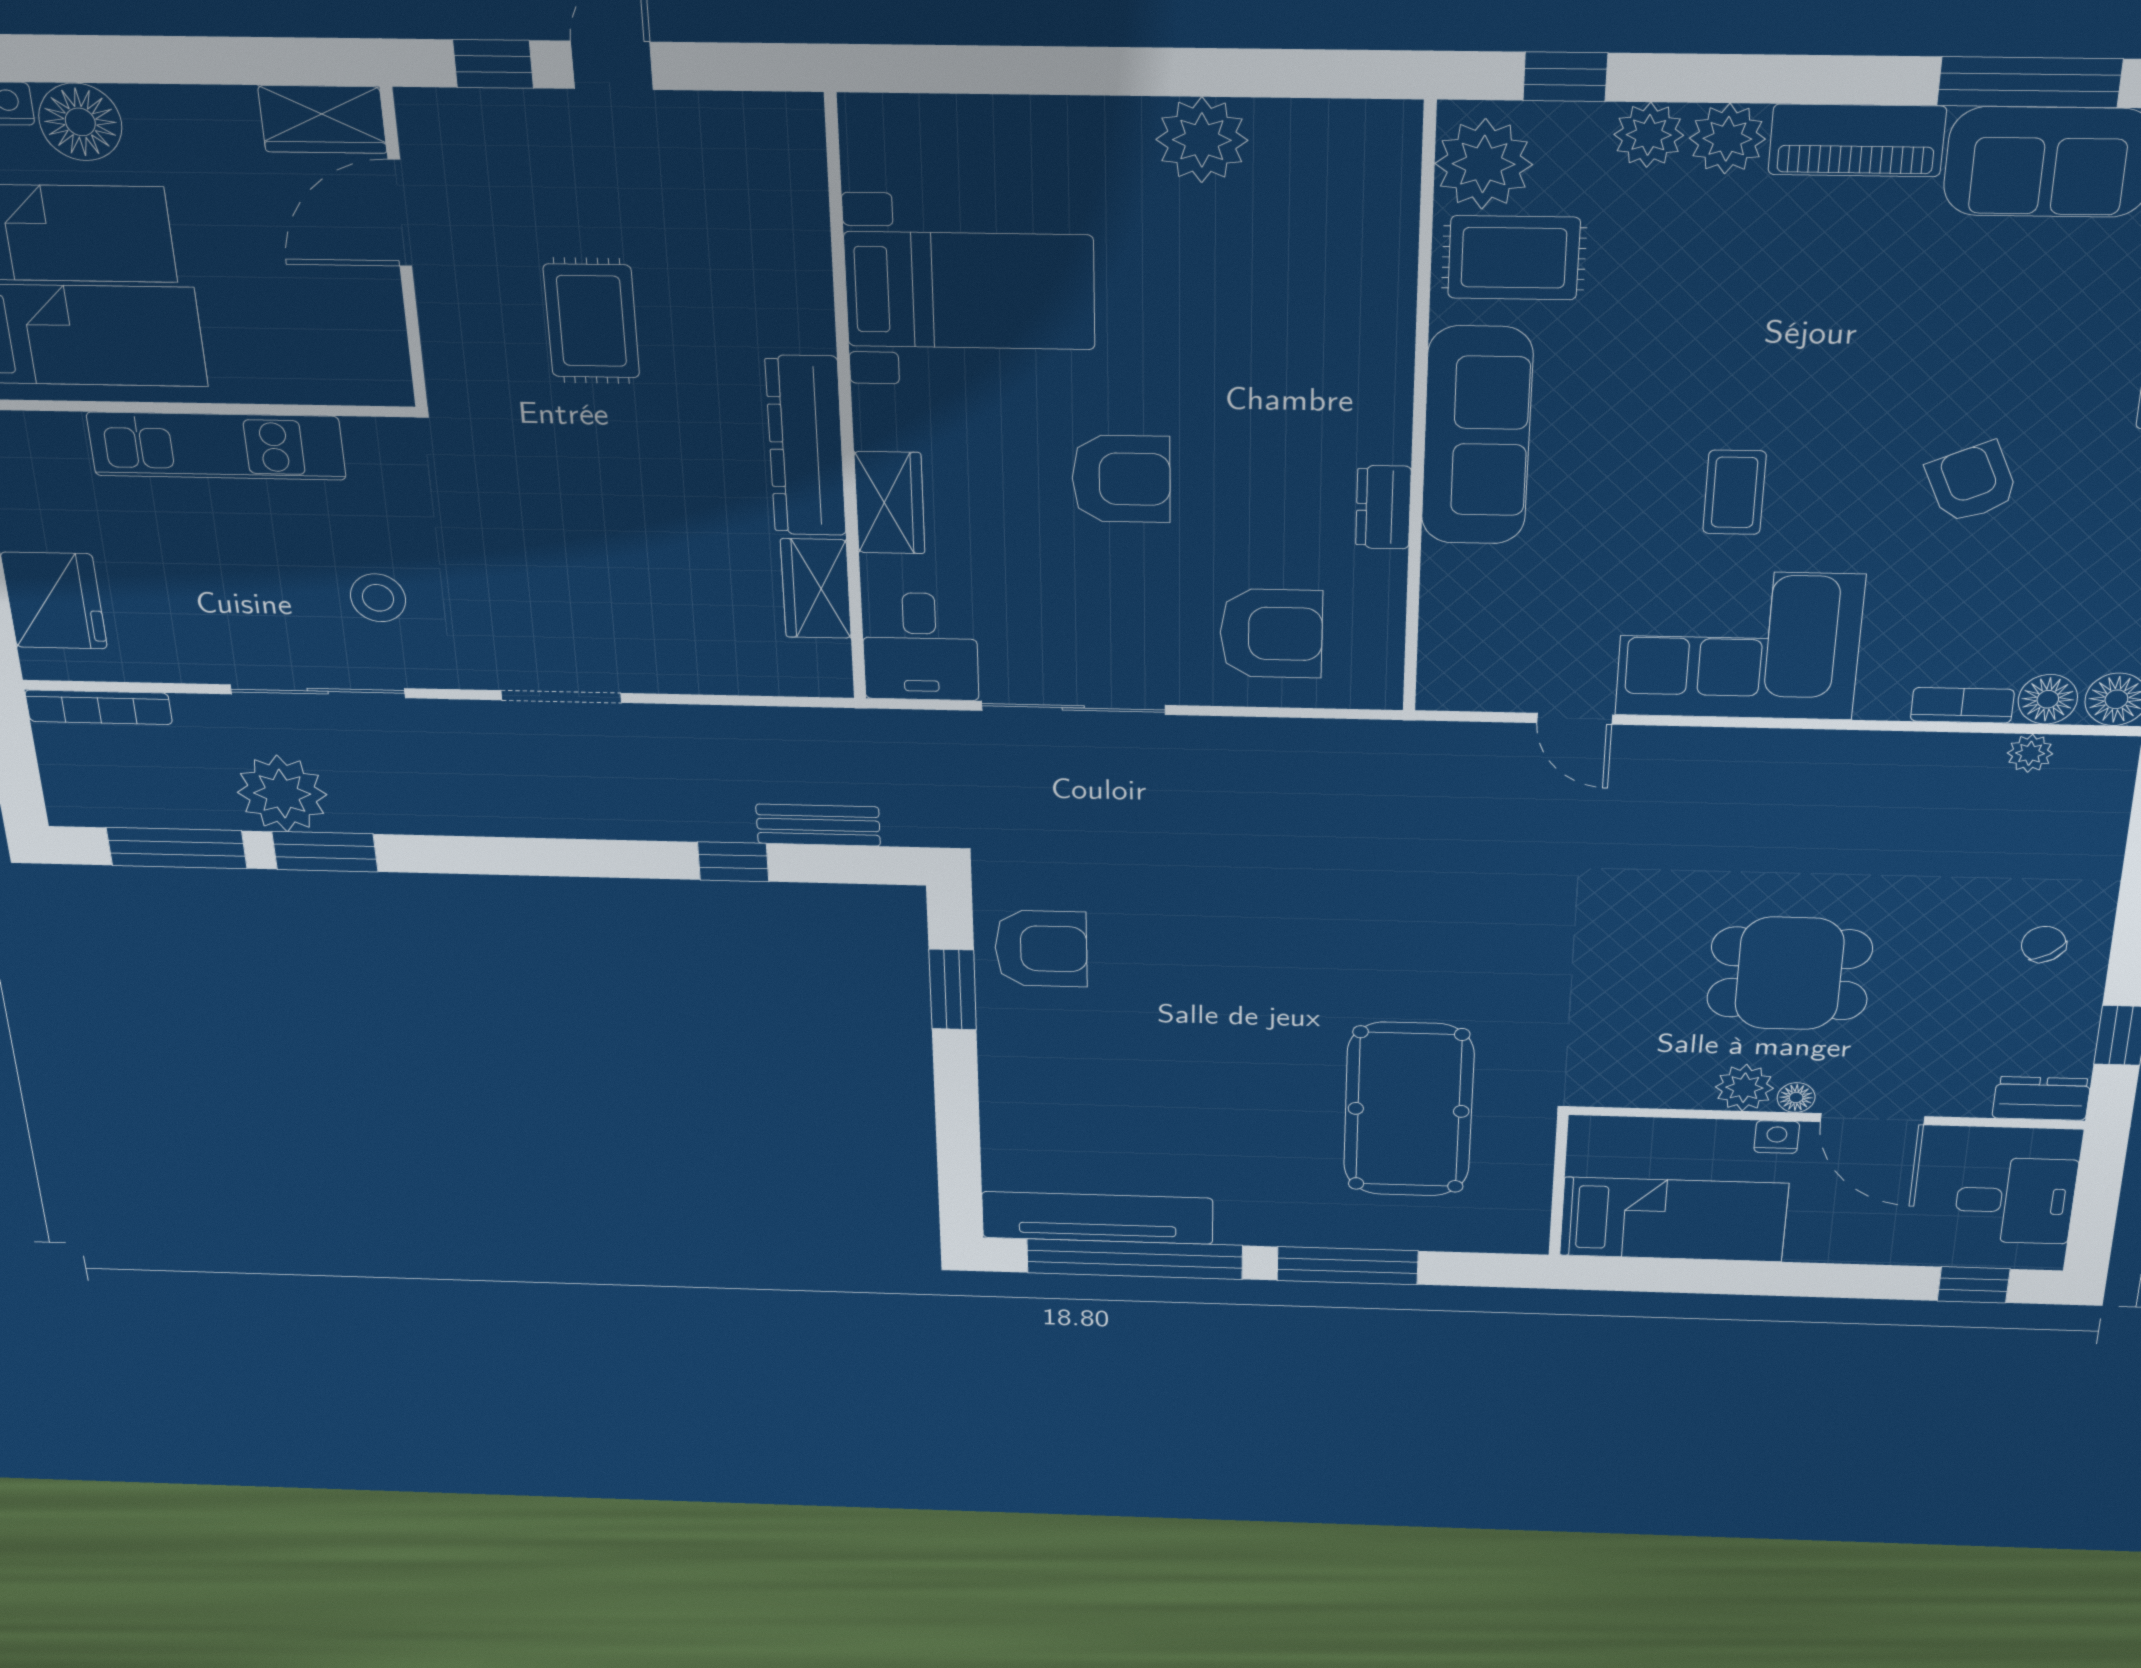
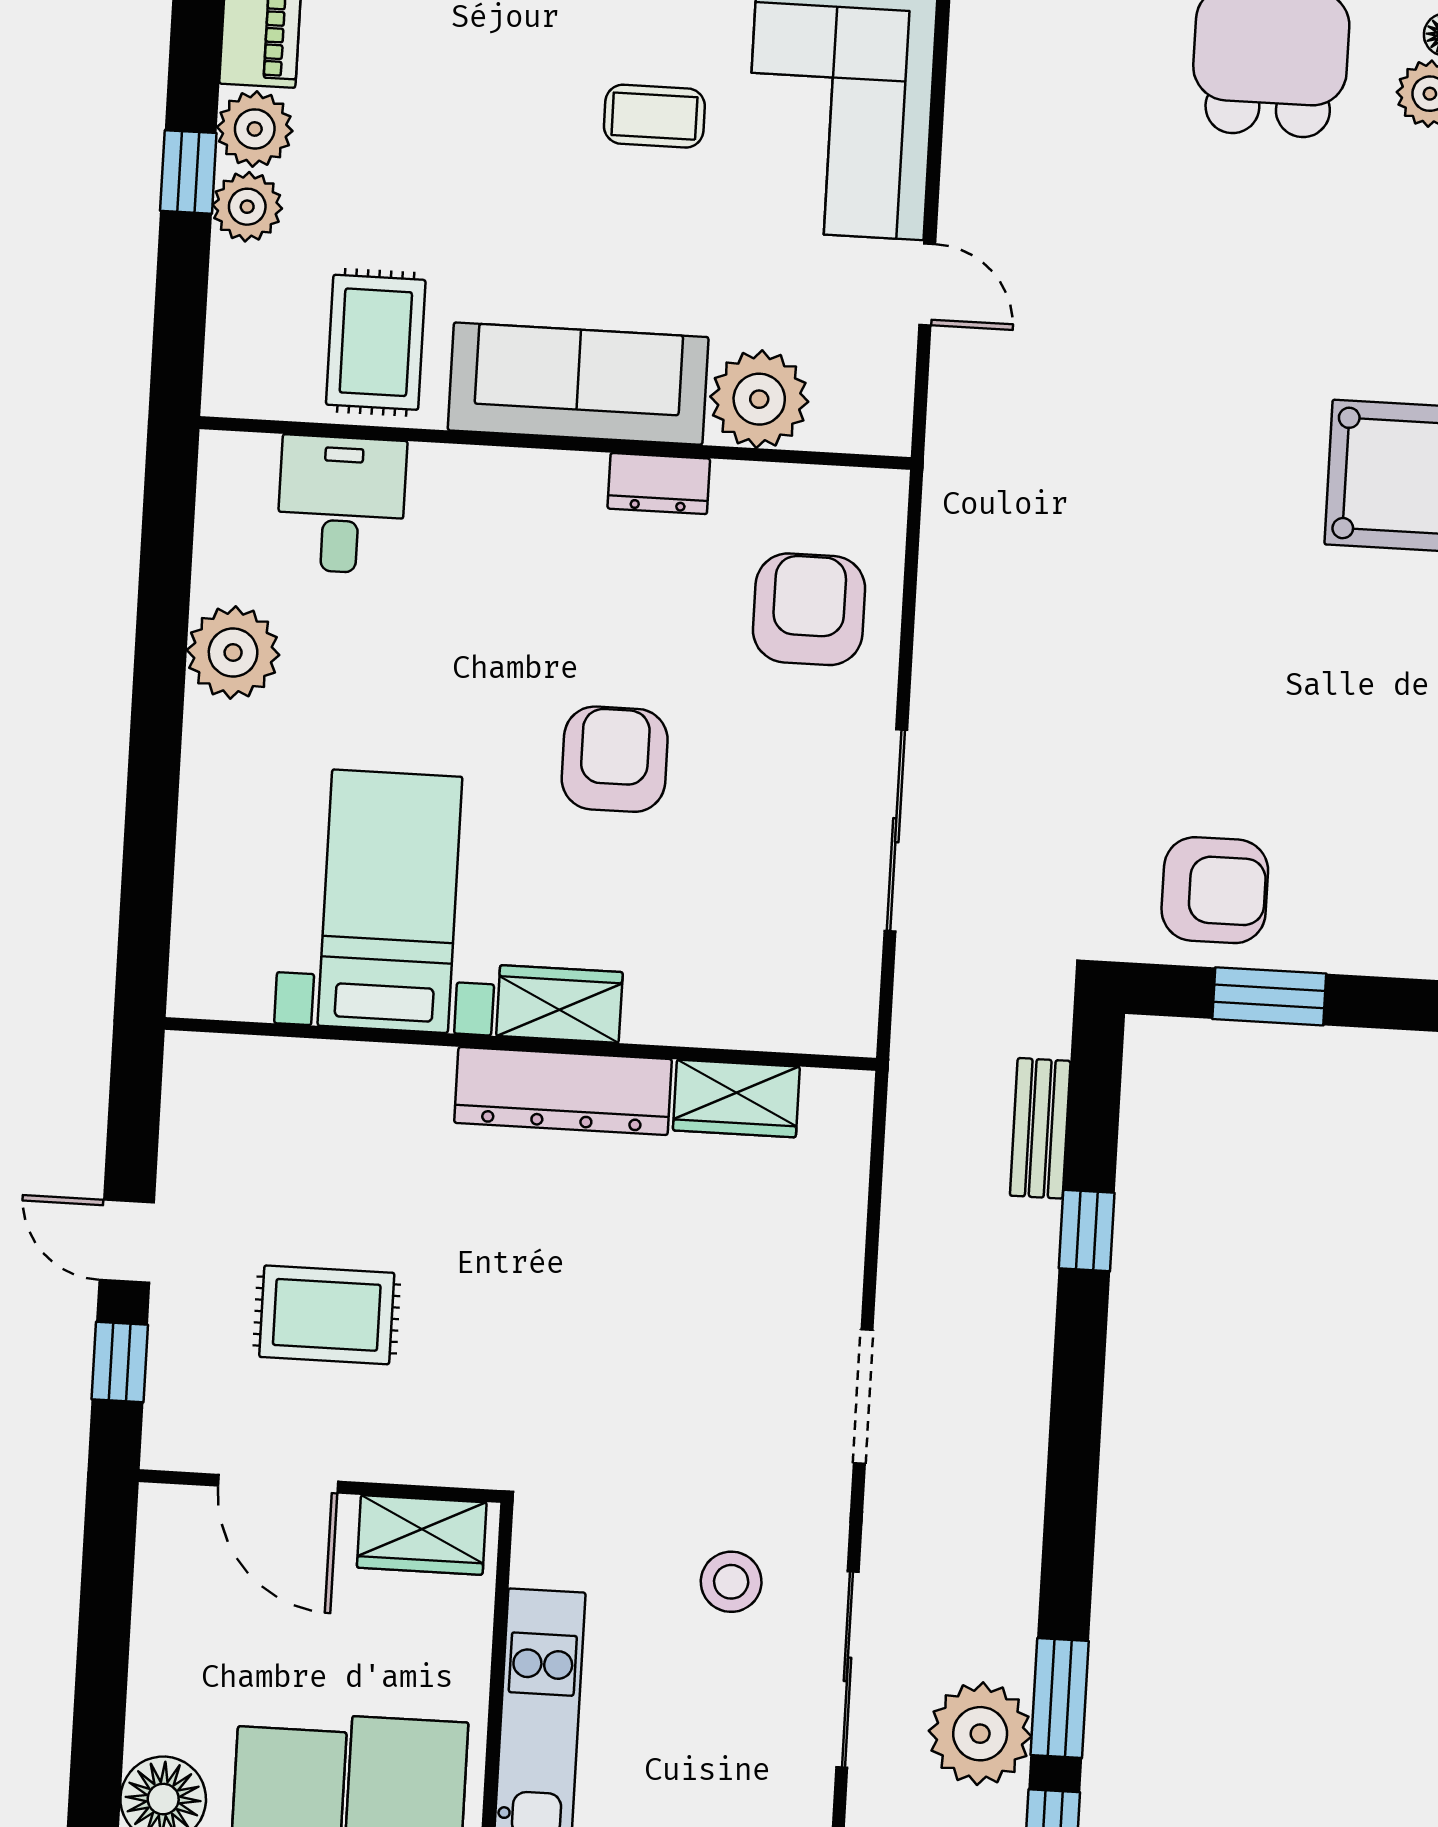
window: (1565, 77) -> (188, 172), moved
wardrobe: (322, 119) -> (422, 1535), moved, turned 90
plant: (1484, 164) -> (759, 399), moved
rug: (591, 321) -> (327, 1315), moved
wardrobe: (890, 503) -> (559, 1004), moved
desk: (920, 647) -> (341, 505), moved, turned -90
door: (1575, 719) -> (927, 284), hinge flipped
armchair: (1041, 949) -> (1215, 890), turned 90

